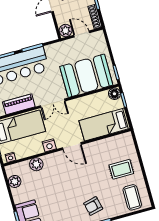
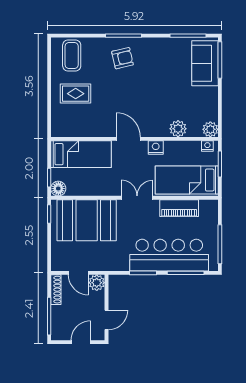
plant: (15, 181) -> (210, 129), moved

